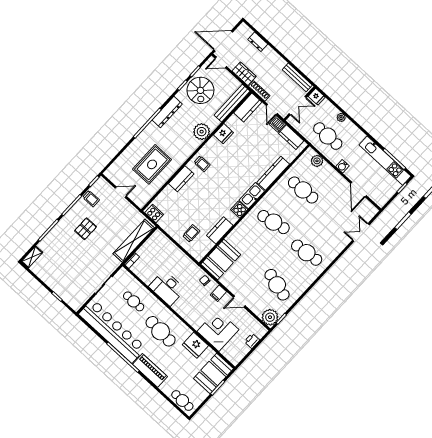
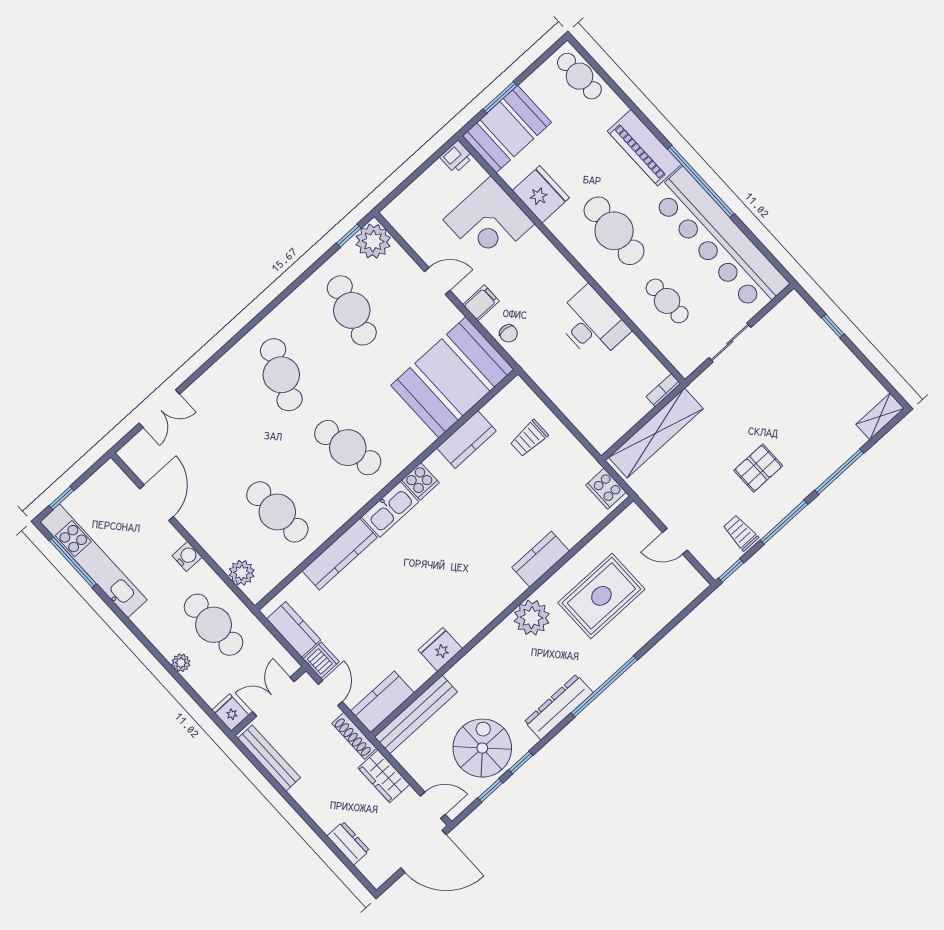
plant: (202, 132) -> (532, 618), moved
trolley: (202, 164) -> (492, 588), removed
cafe table: (307, 253) -> (281, 375), turned 30
booth: (221, 259) -> (452, 377), width x1.36, depth x1.42
printer: (252, 341) -> (456, 157), moved

